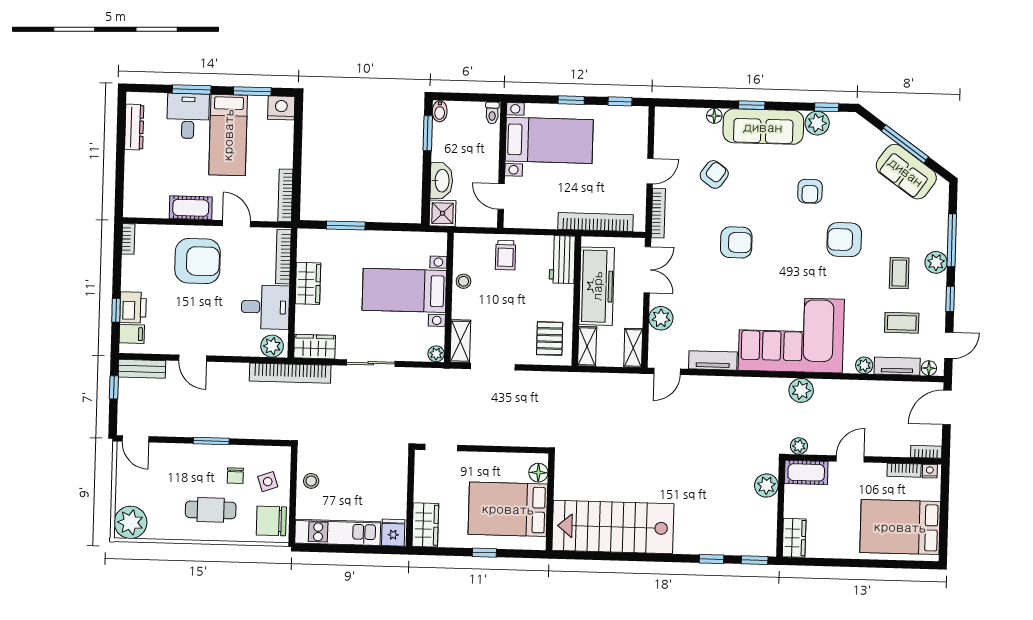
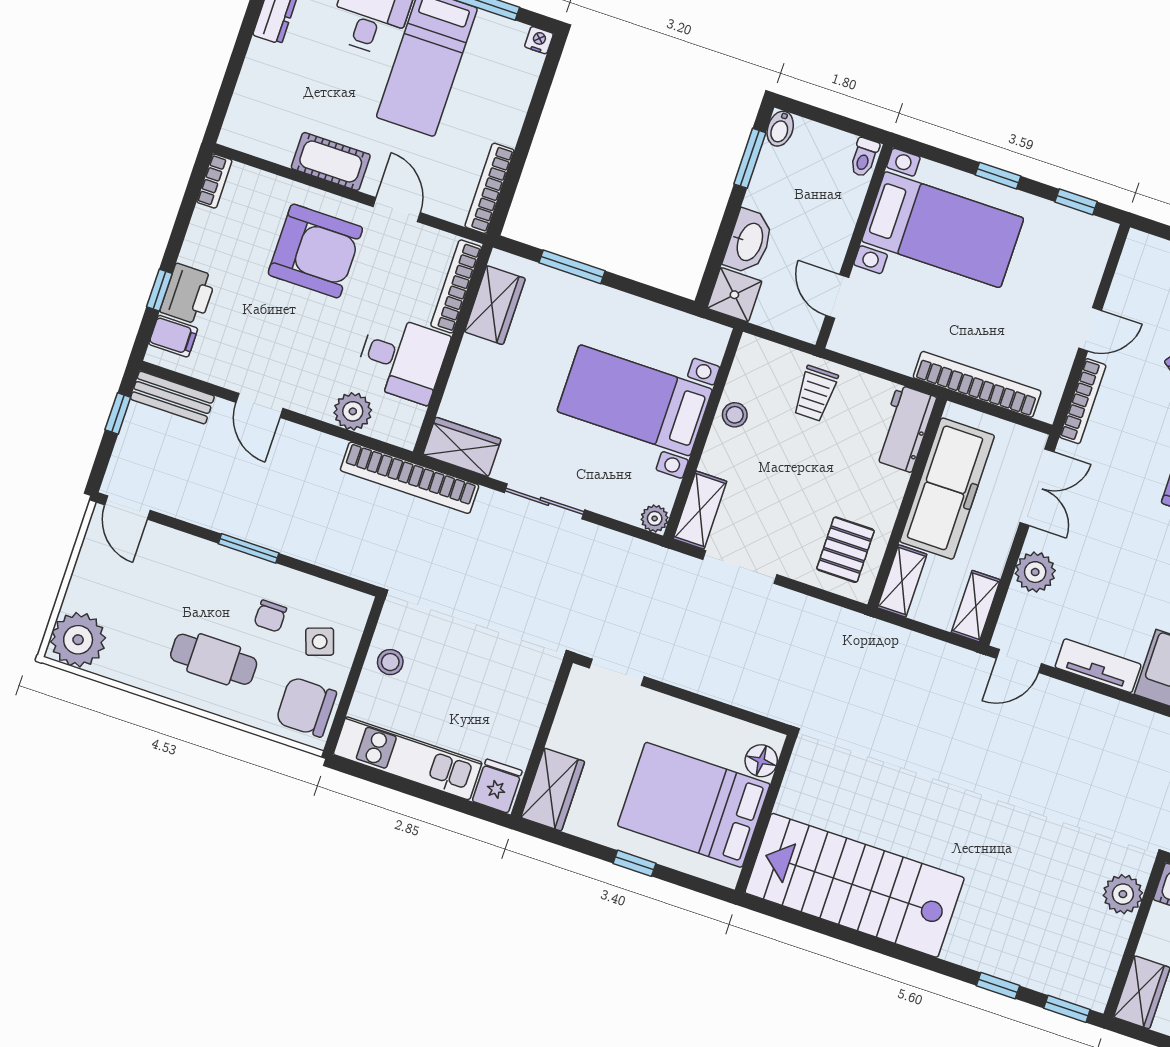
nightstand: (281, 108) -> (539, 40), width x0.53, depth x0.56
wardrobe: (308, 283) -> (495, 305), moved
plant: (272, 346) -> (353, 411), moved

